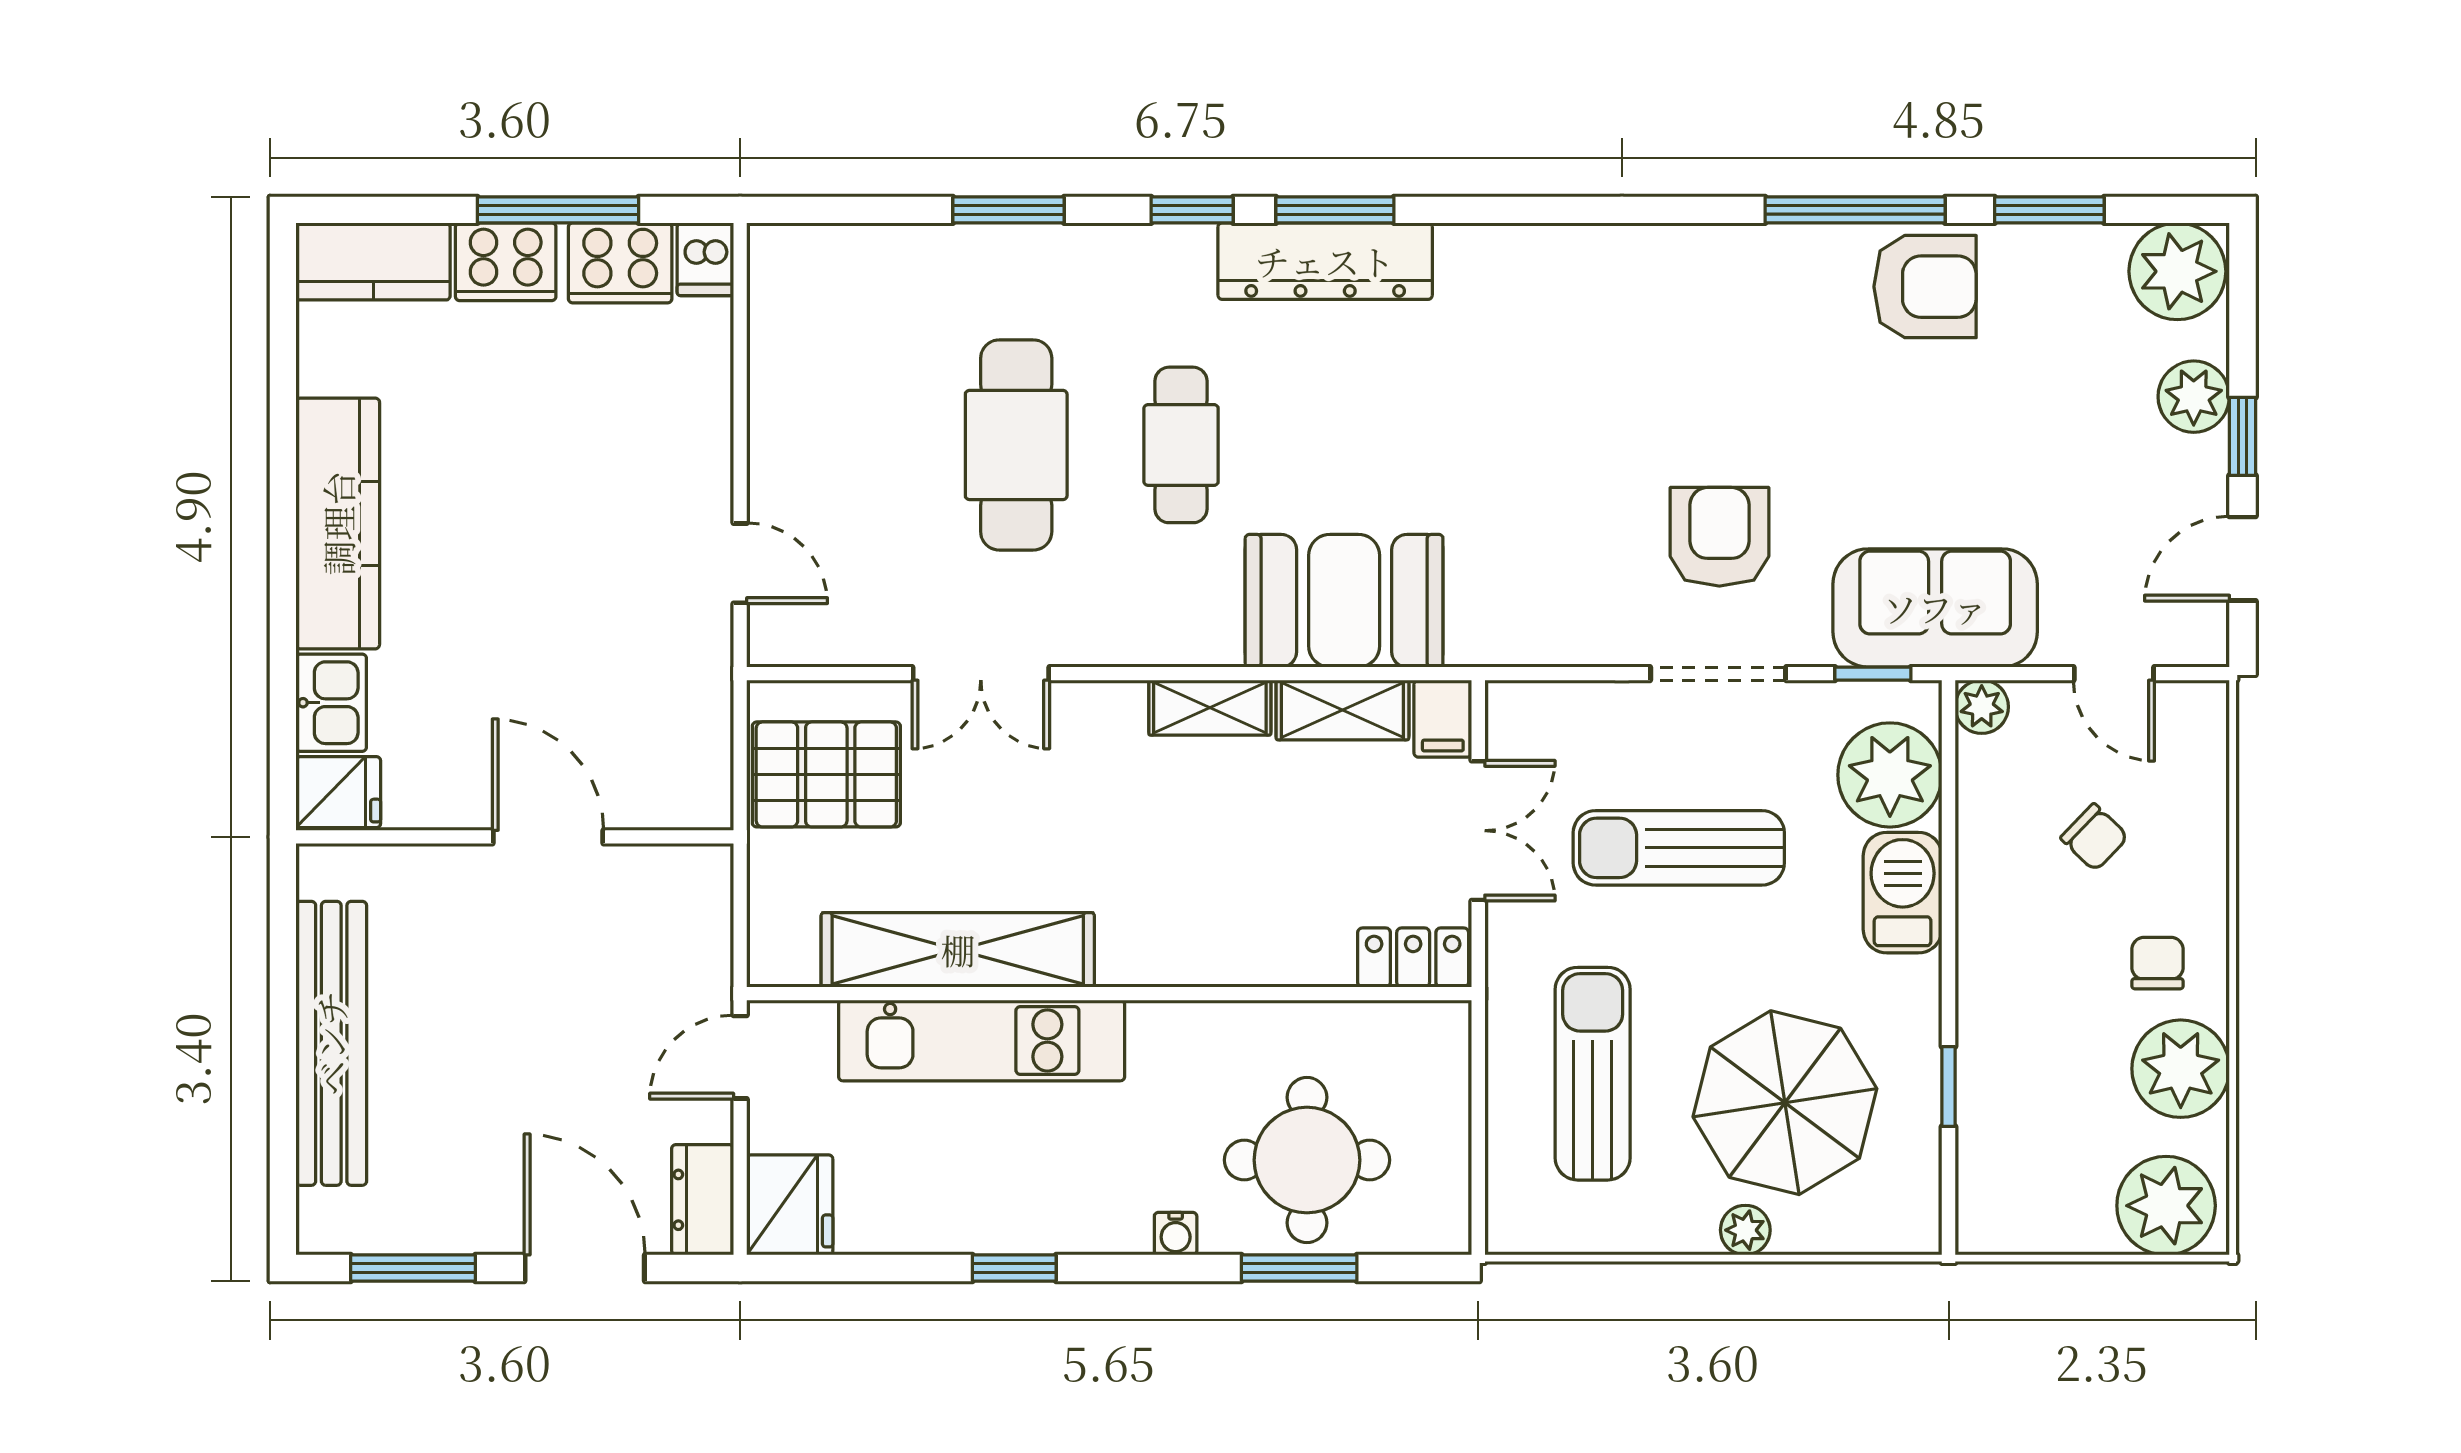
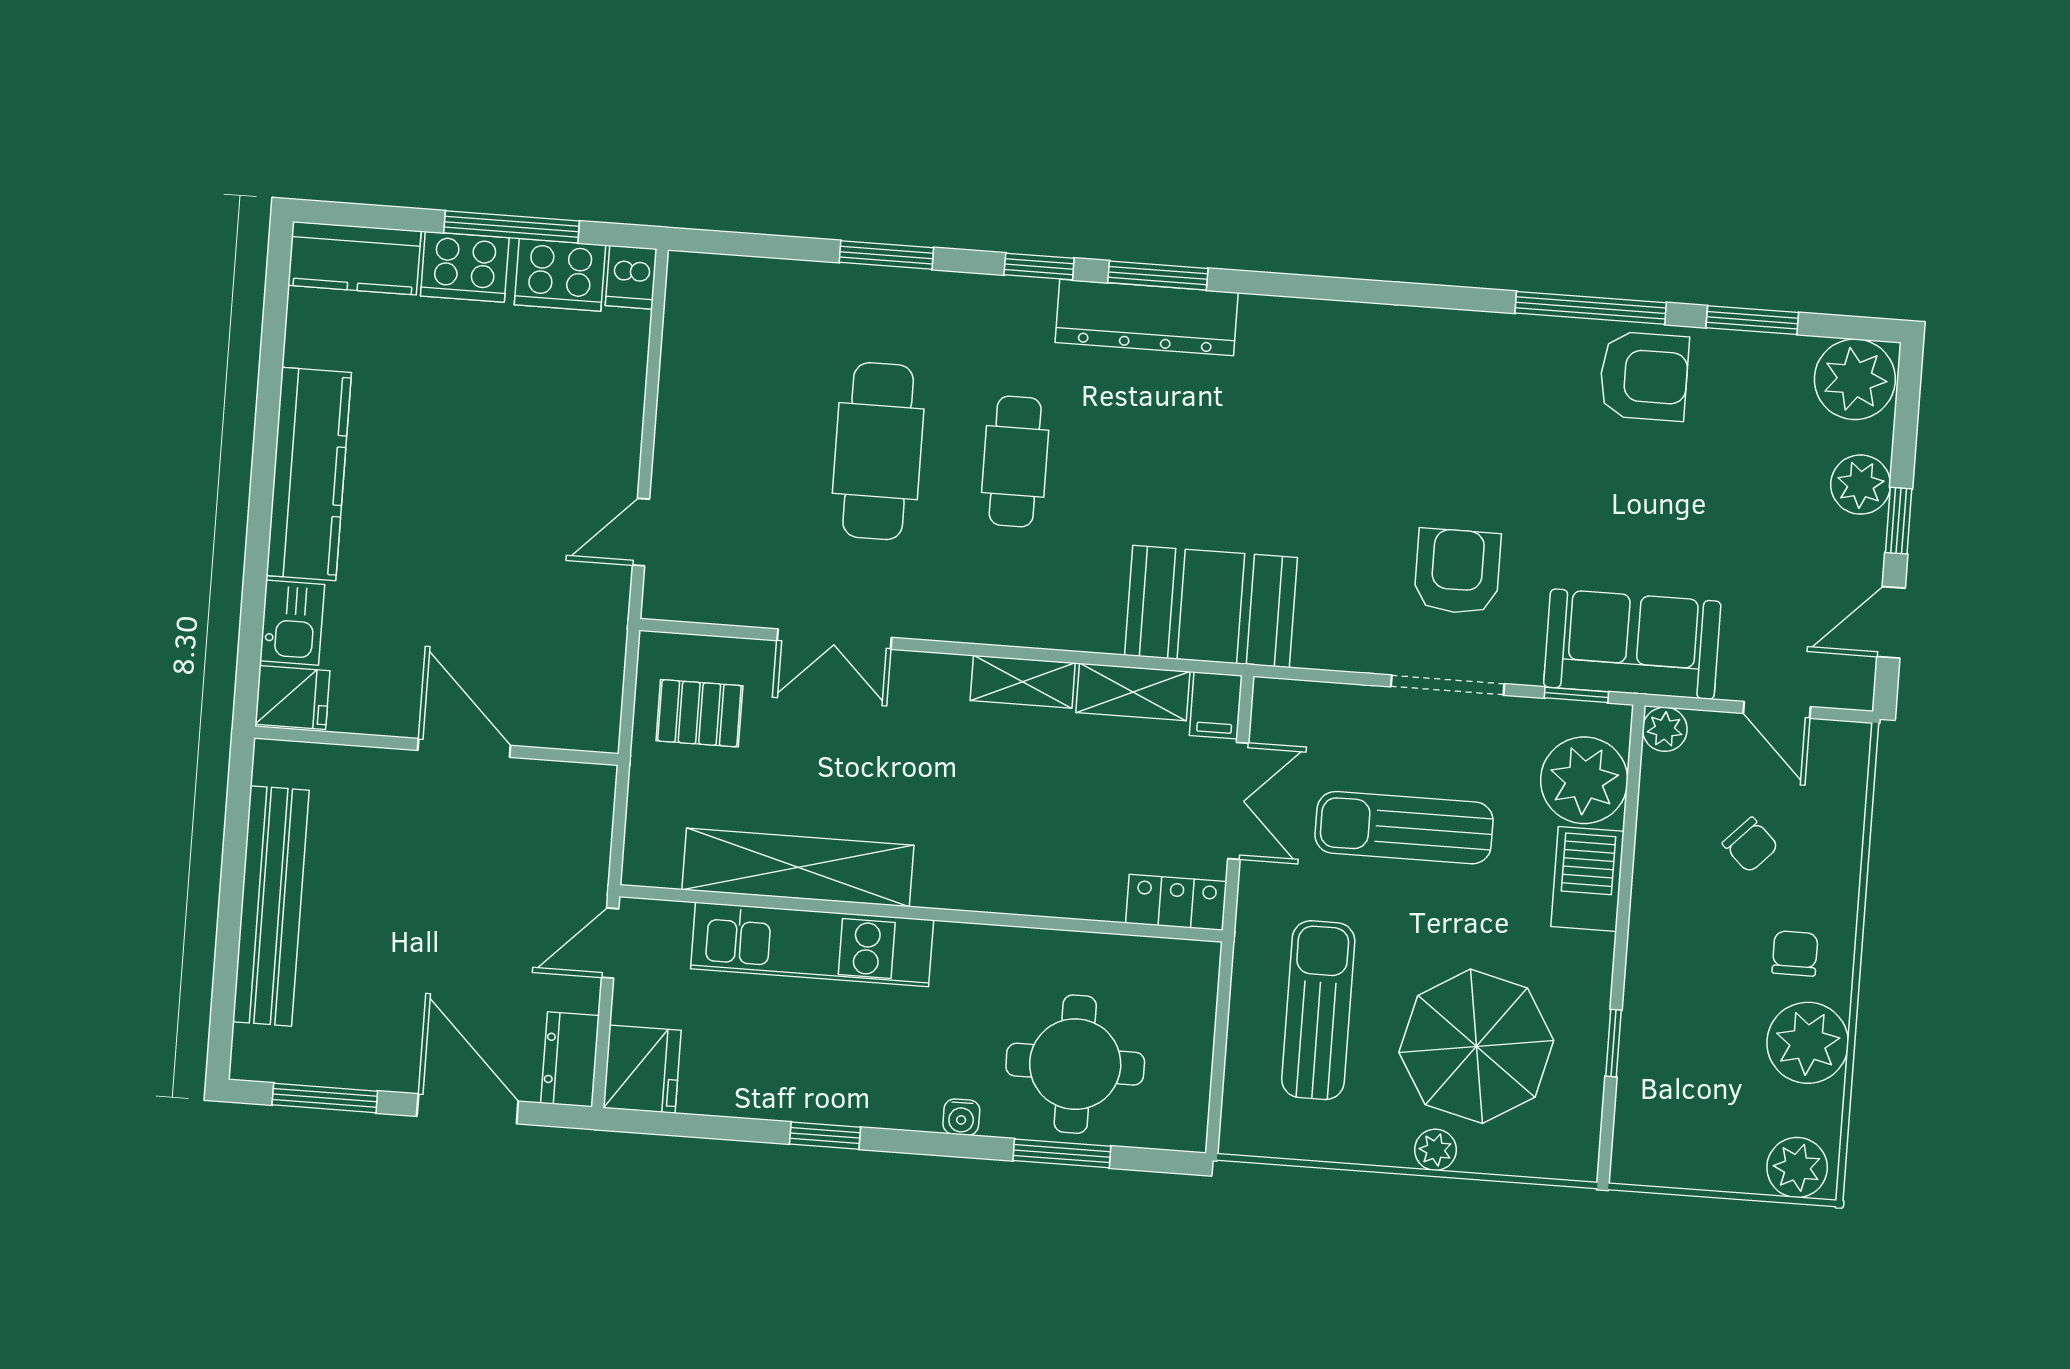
door: (740, 563) -> (641, 532), swing flipped
booth: (1344, 601) -> (1211, 606), moved
pallet: (826, 774) -> (699, 713), width x0.67, depth x0.71
plant: (2166, 1206) -> (1797, 1168), width x0.73, depth x0.73

